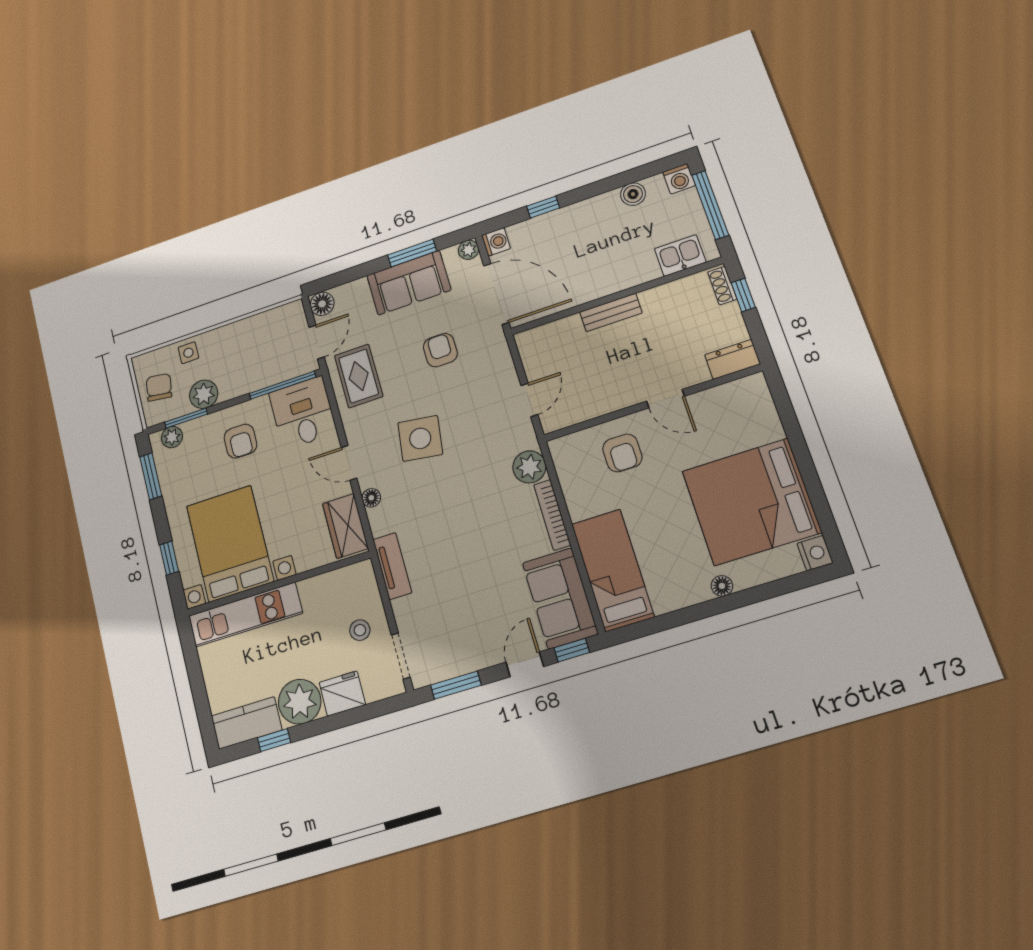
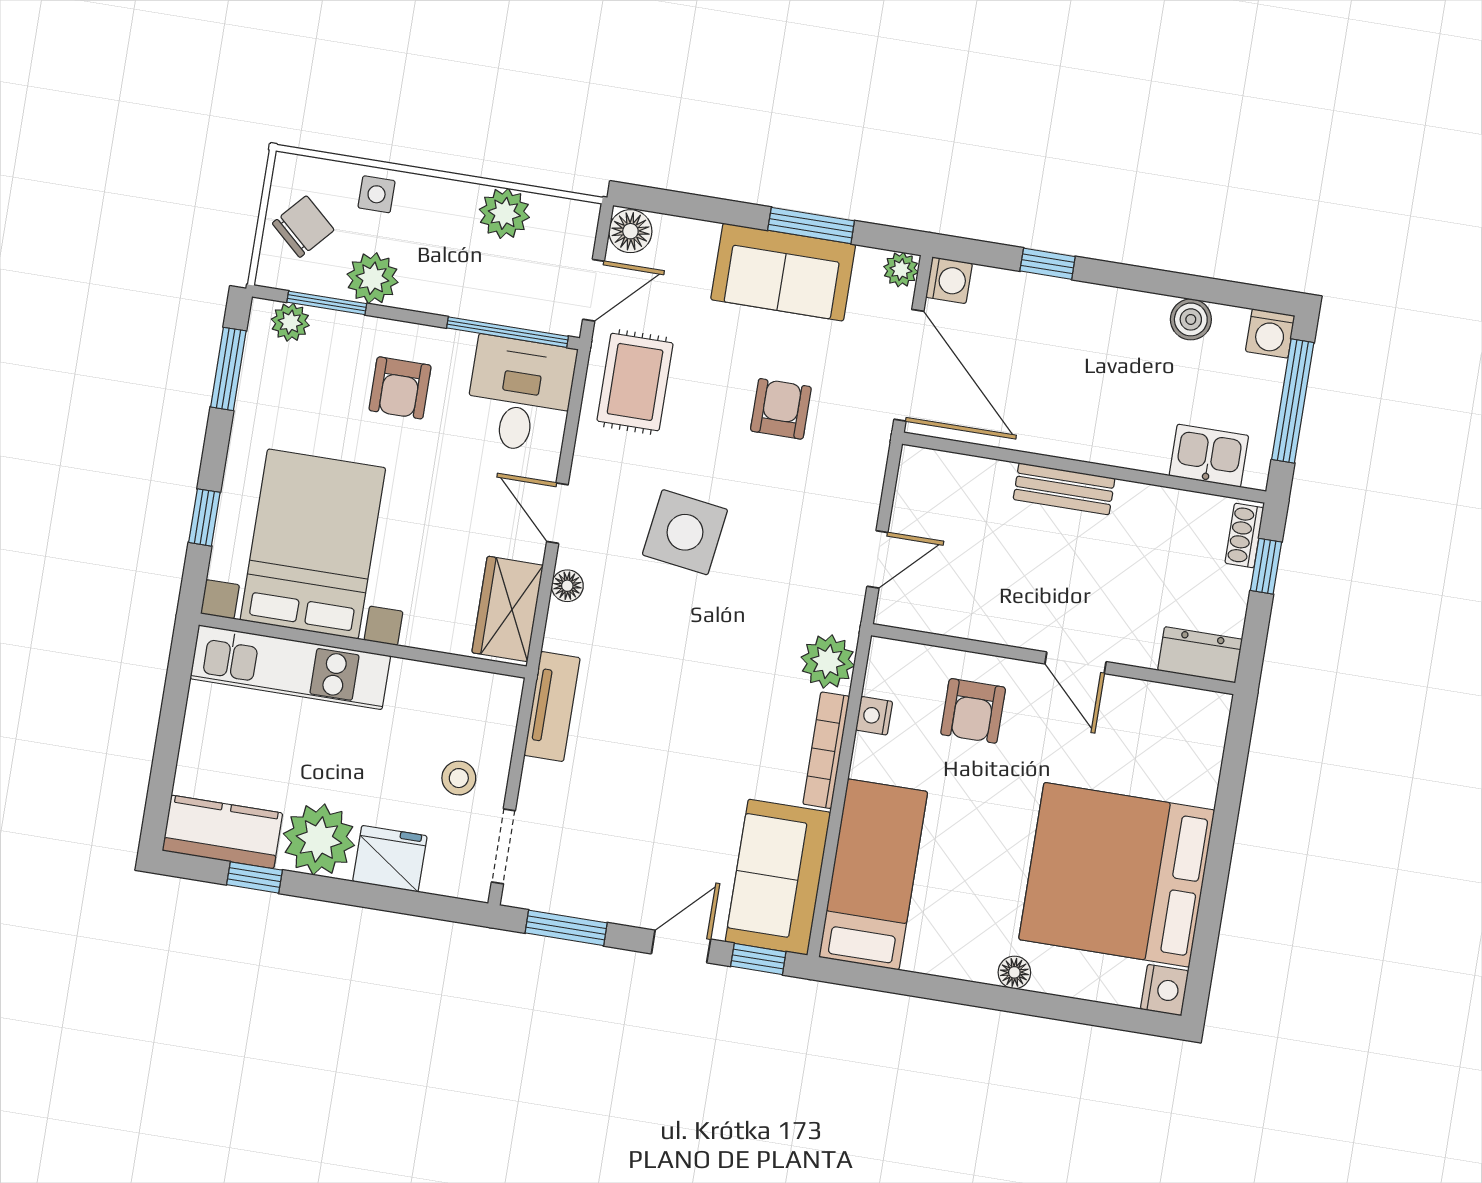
plant: (255, 329) -> (504, 213), added
chair: (159, 387) -> (303, 227), turned 34
nightstand: (569, 483) -> (874, 716), added

